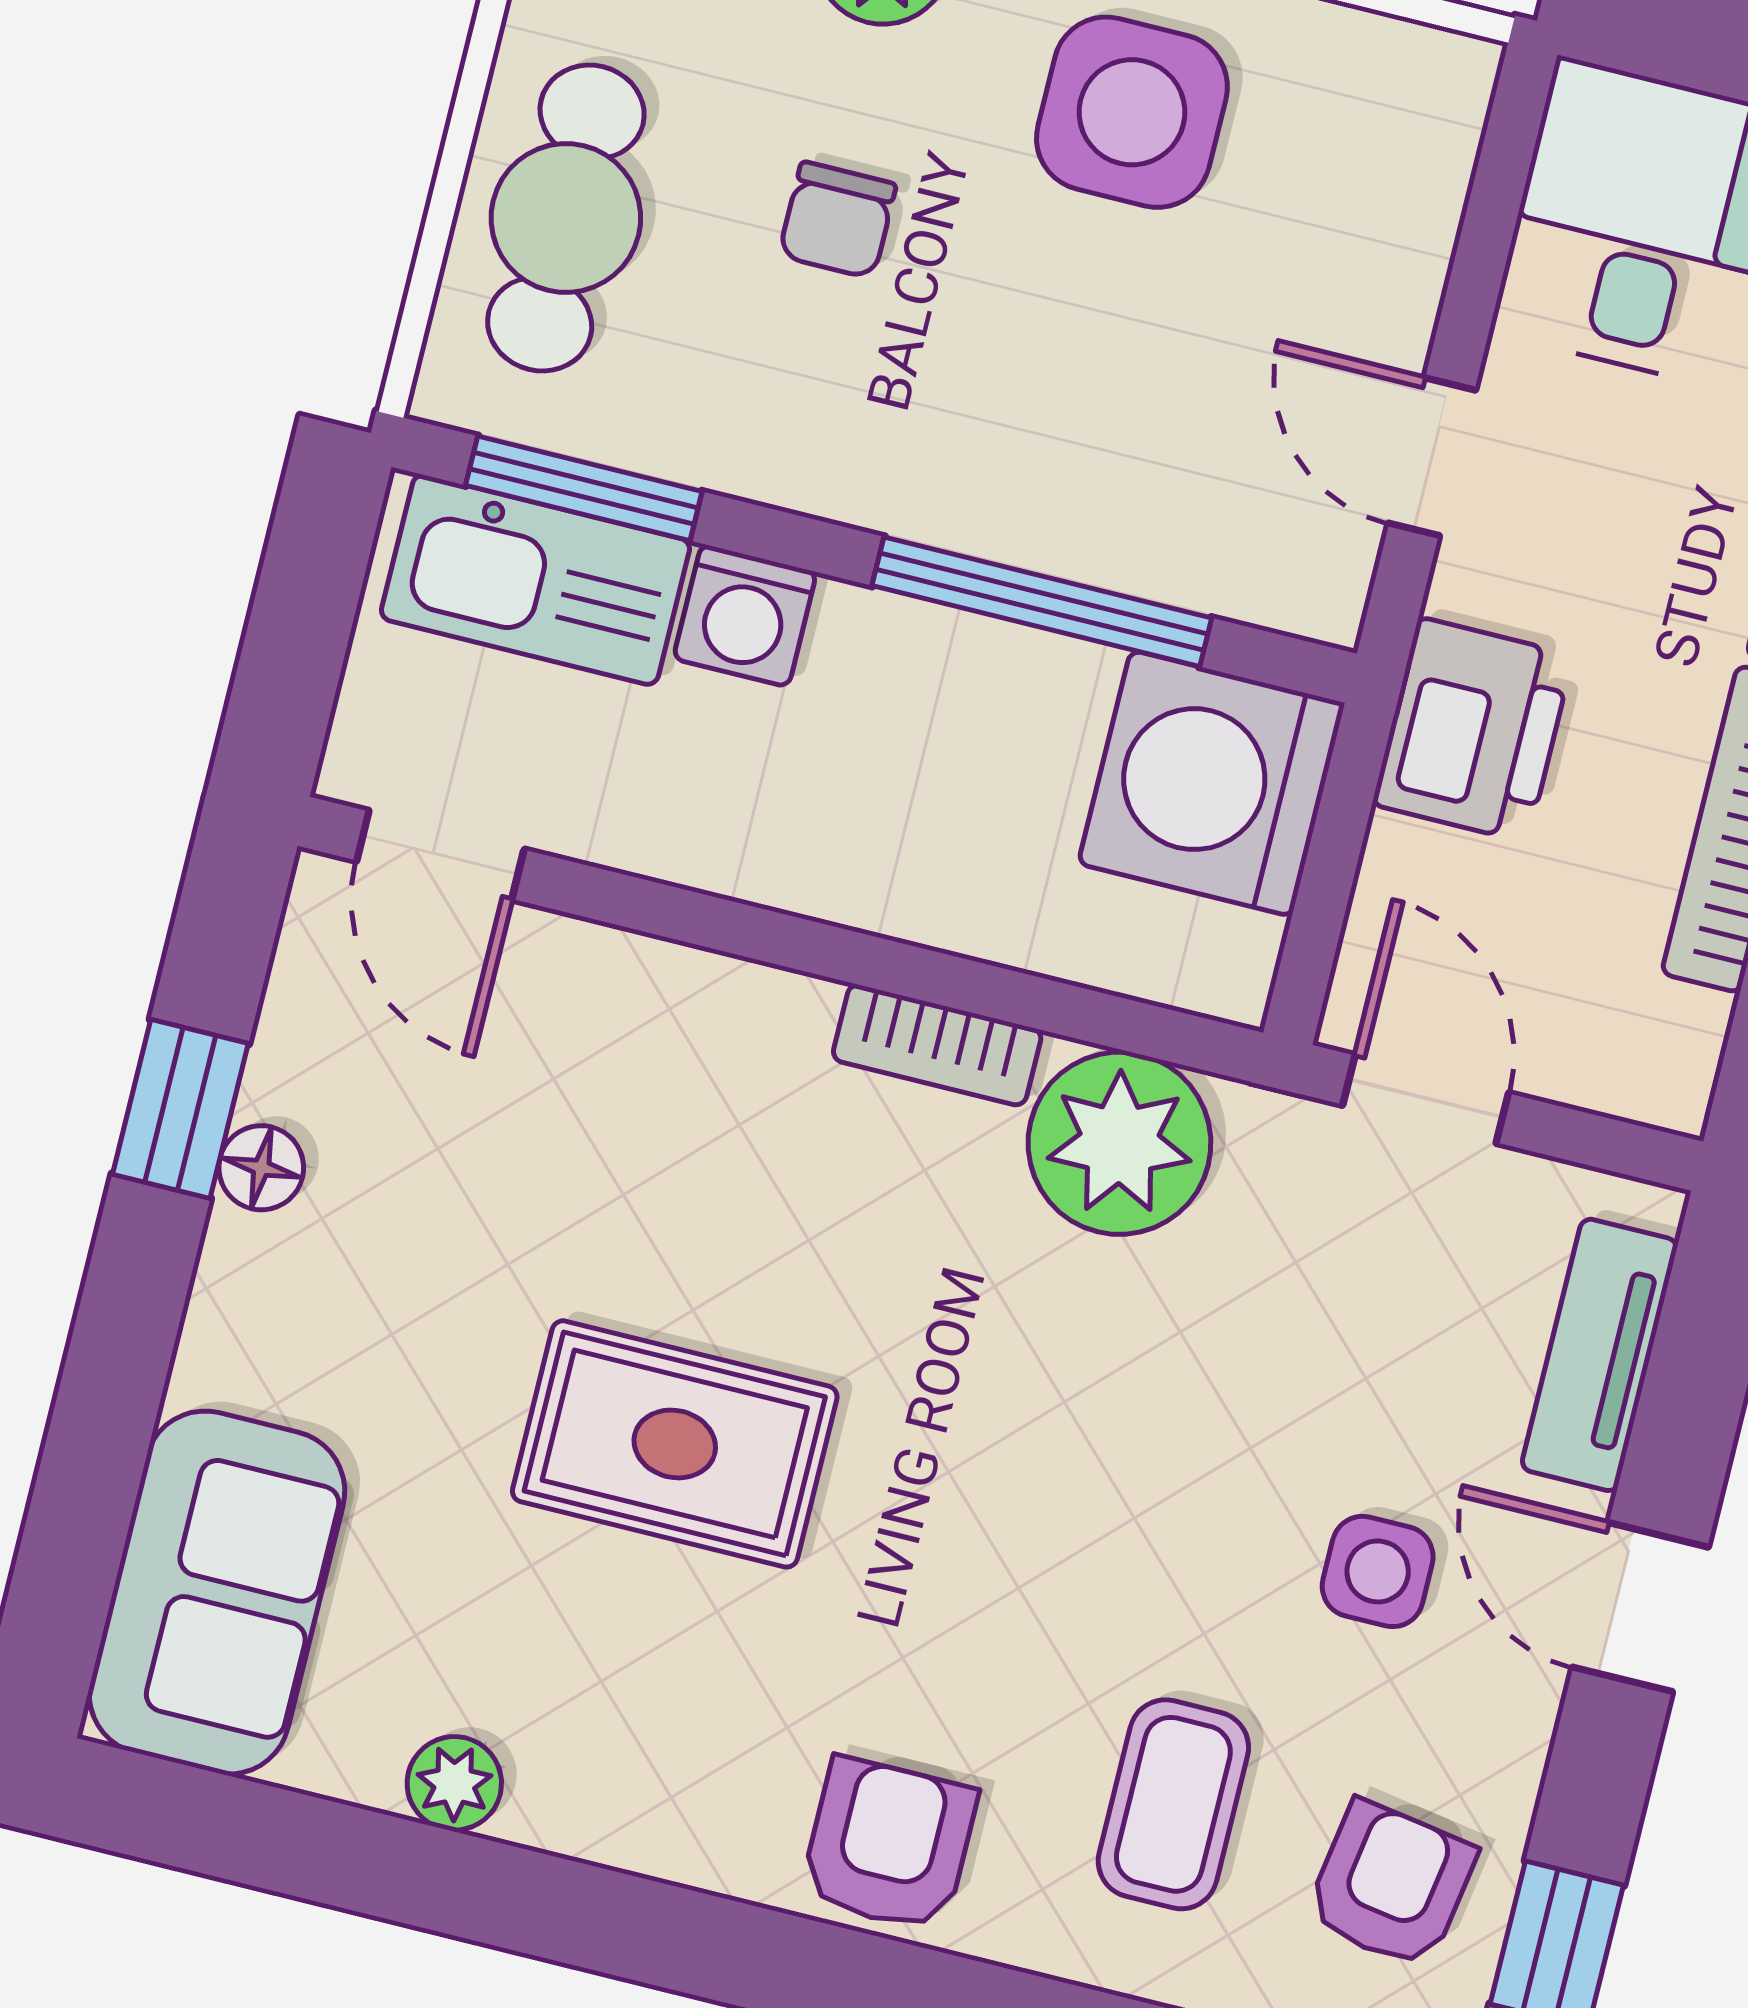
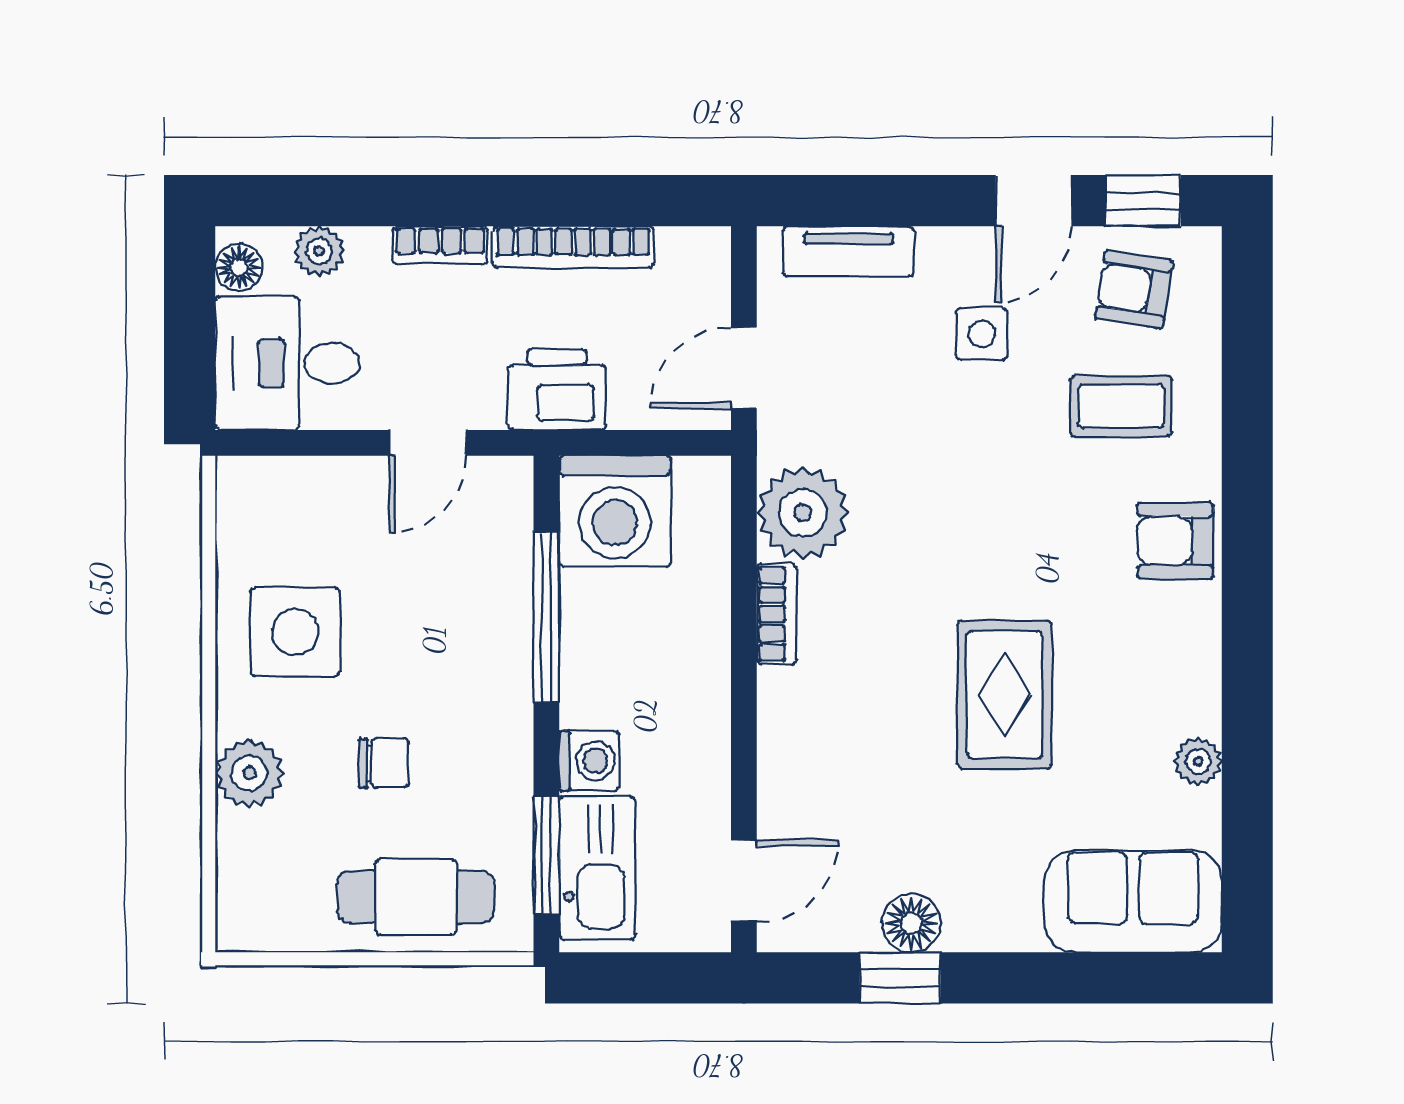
floor lamp: (261, 1168) -> (911, 923), width x1.37, depth x1.37
door: (1640, 1607) -> (1034, 201), moved

